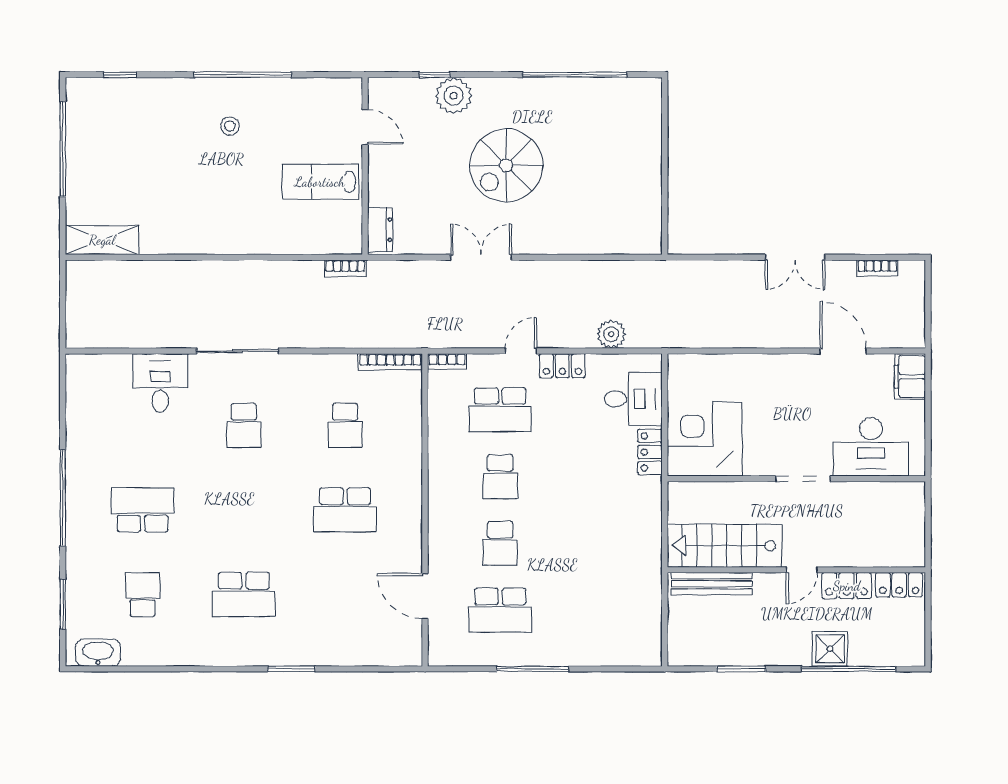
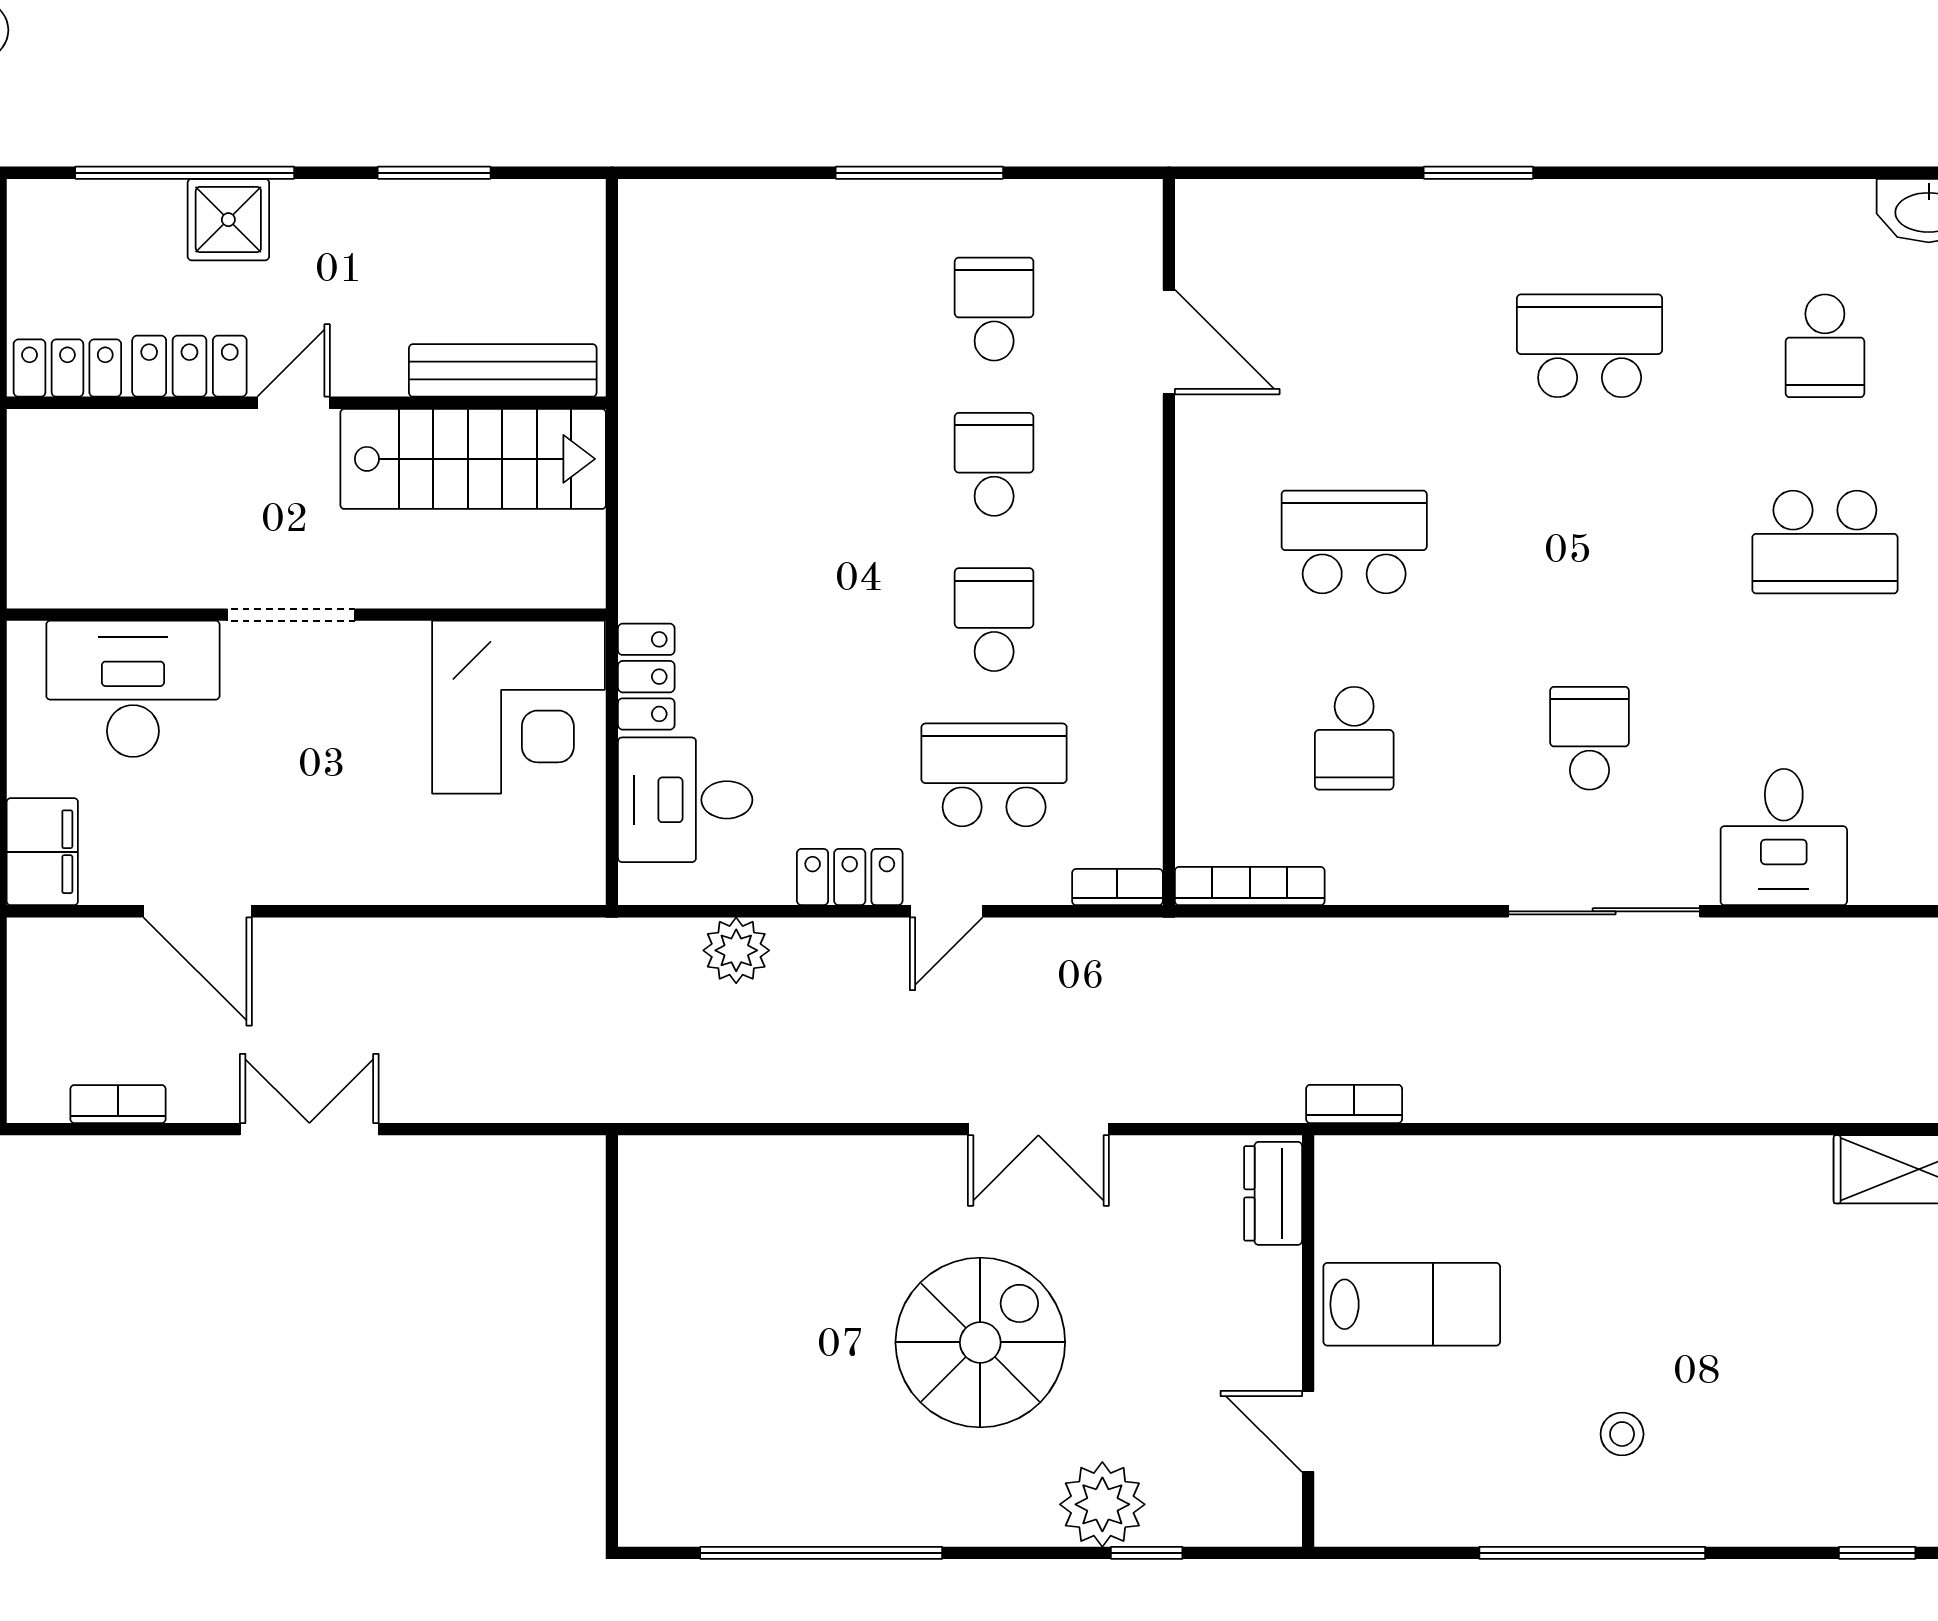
school desk: (345, 425) -> (1354, 738), turned 180
school desk: (500, 610) -> (994, 309), width x0.54

